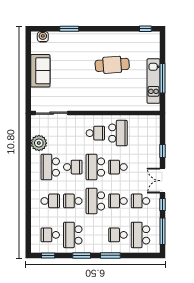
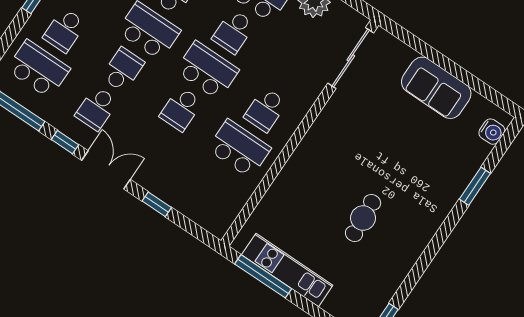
cafe table: (112, 65) -> (363, 218), width x0.73, depth x0.74
window: (162, 78) -> (263, 276), moved
school desk: (118, 133) -> (239, 149), turned 180
school desk: (118, 167) -> (181, 109), turned 180
school desk: (140, 201) -> (97, 108), turned 180
school desk: (118, 235) -> (65, 30), turned 180

